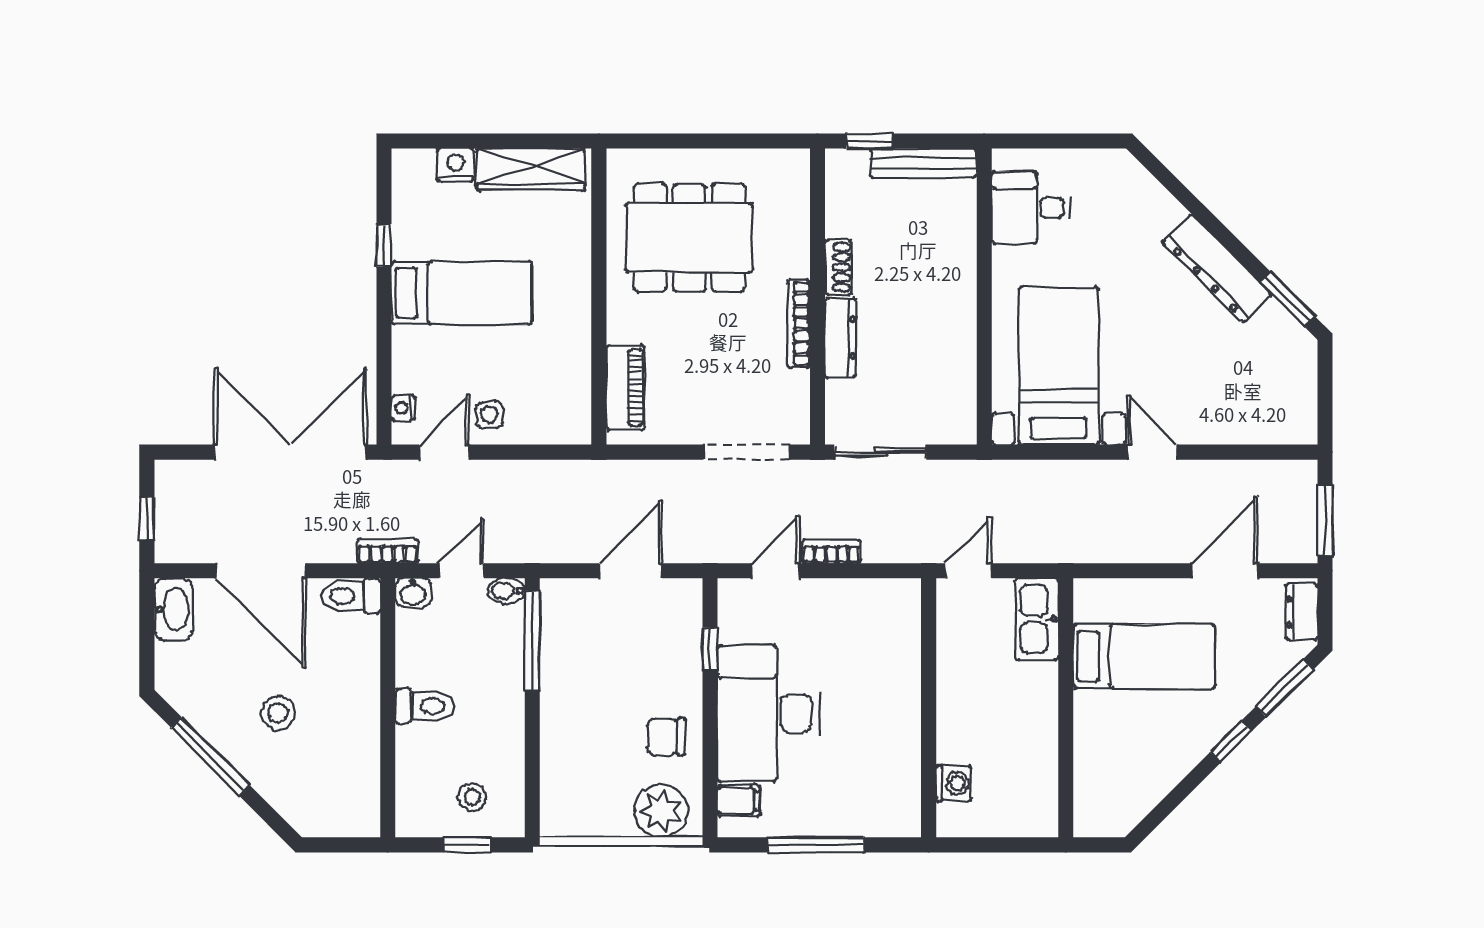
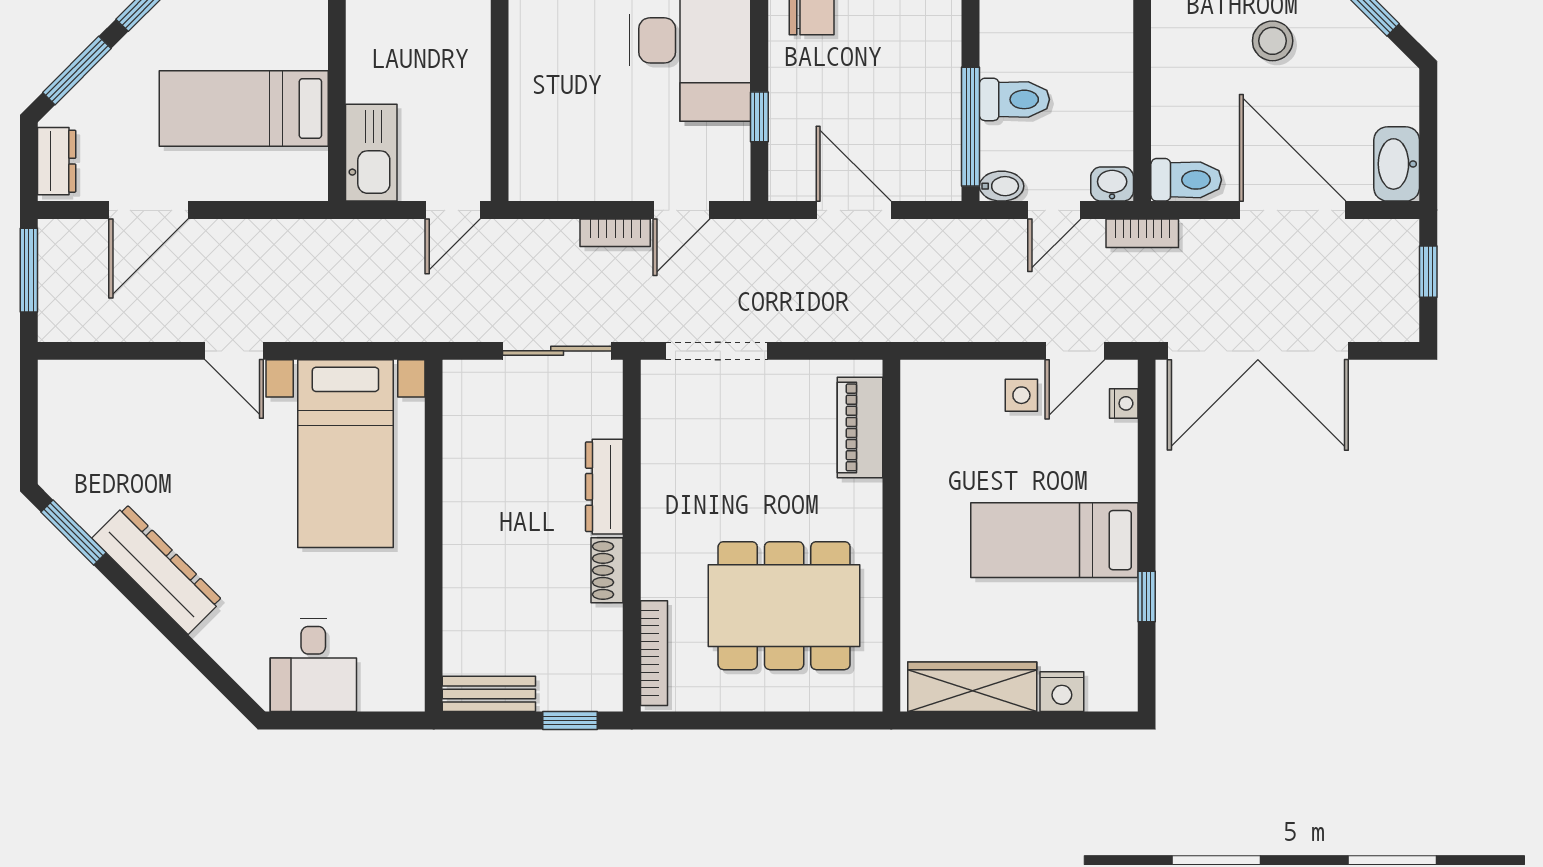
bench: (924, 163) -> (489, 694), width x0.73
desk: (1031, 208) -> (313, 665), moved, turned 90
bookcase: (799, 324) -> (654, 653), moved
door: (631, 571) -> (854, 210), swing flipped
toilet: (425, 706) -> (1014, 99), moved, turned 180

